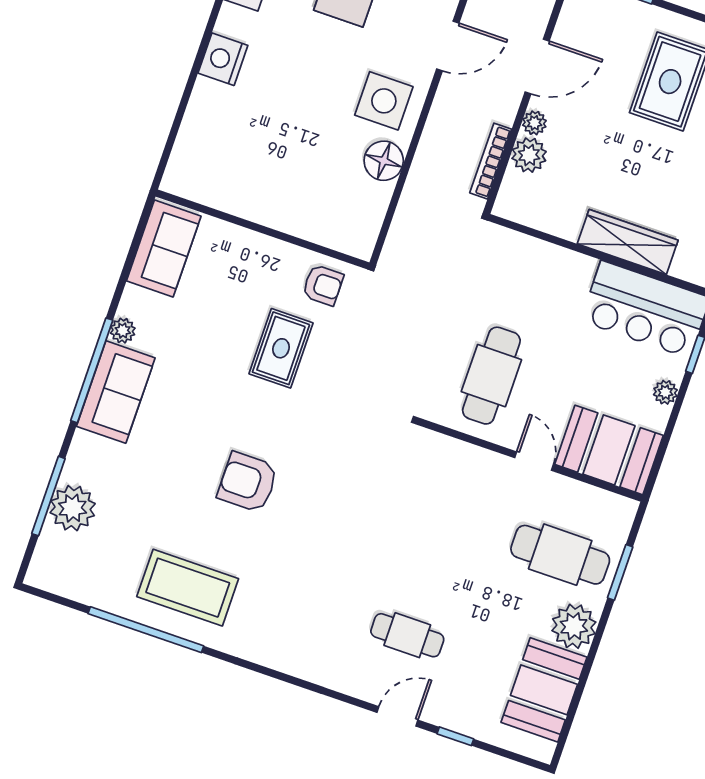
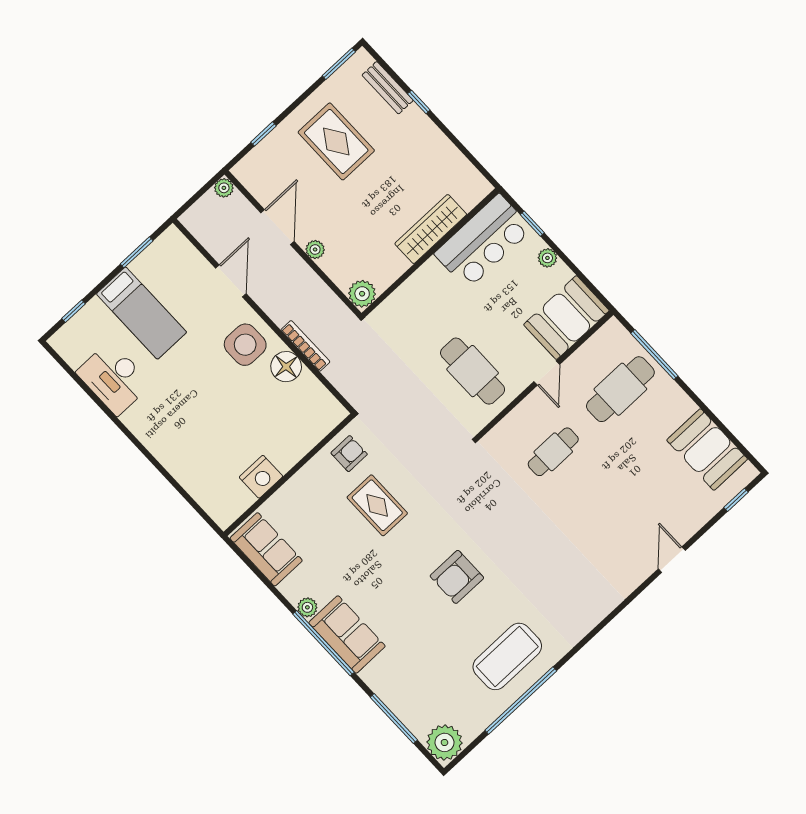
nightstand: (223, 59) -> (261, 477), moved, turned -90
plant: (529, 155) -> (362, 294), moved
bookcase: (491, 161) -> (305, 346), moved, turned 180
door: (534, 461) -> (547, 373), swing flipped
plant: (73, 508) -> (444, 742), moved
window: (620, 572) -> (654, 355), width x1.44
plant: (574, 626) -> (674, 406), removed
cafe table: (407, 635) -> (553, 452), moved
window: (455, 736) -> (736, 500), moved

